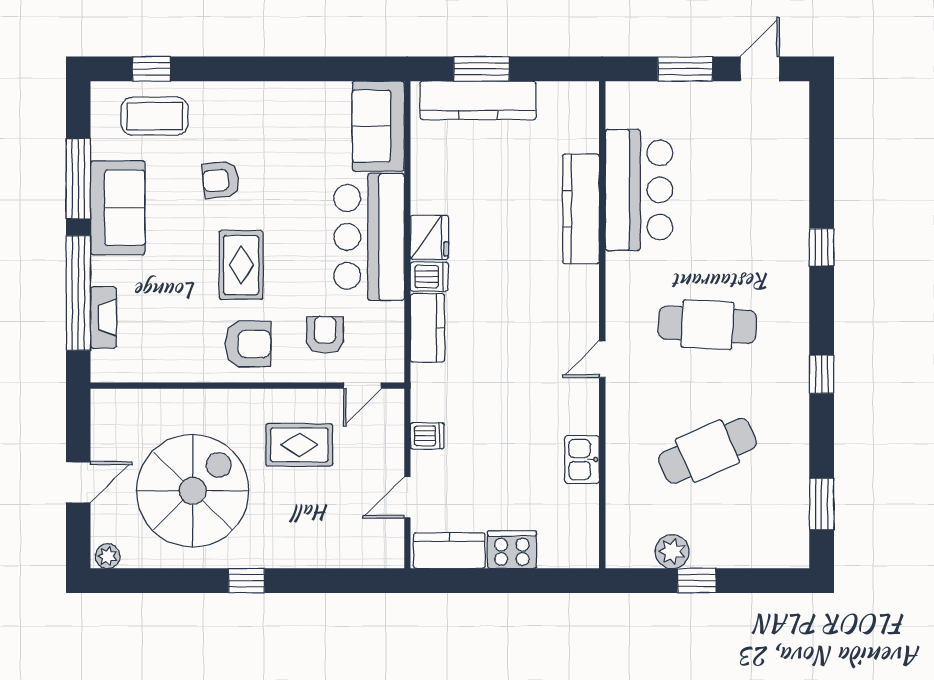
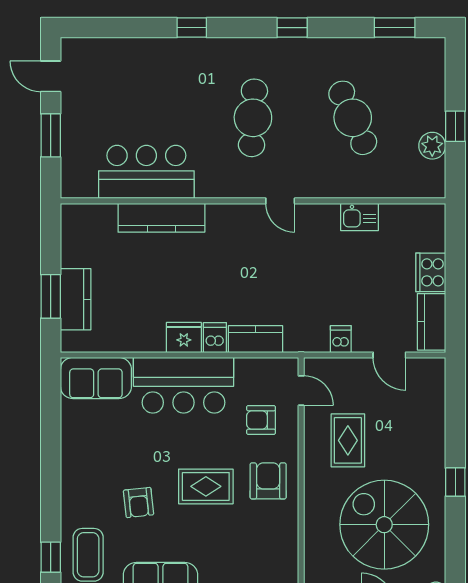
kitchen counter: (478, 100) -> (76, 299), width x0.67

